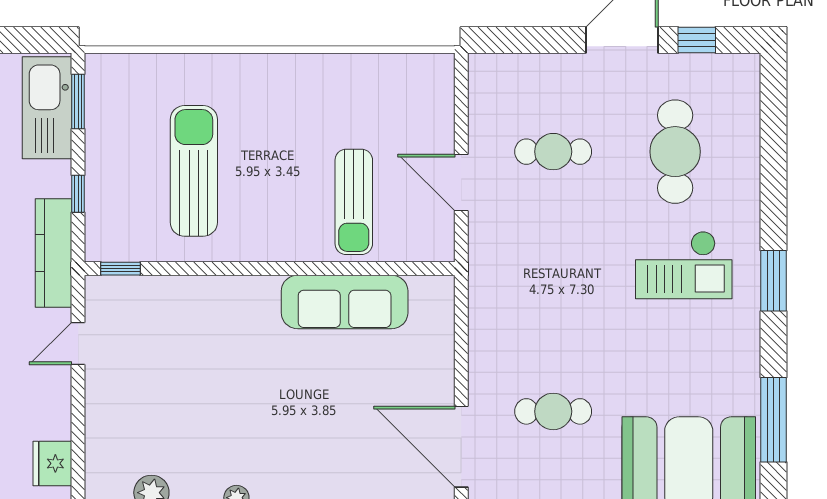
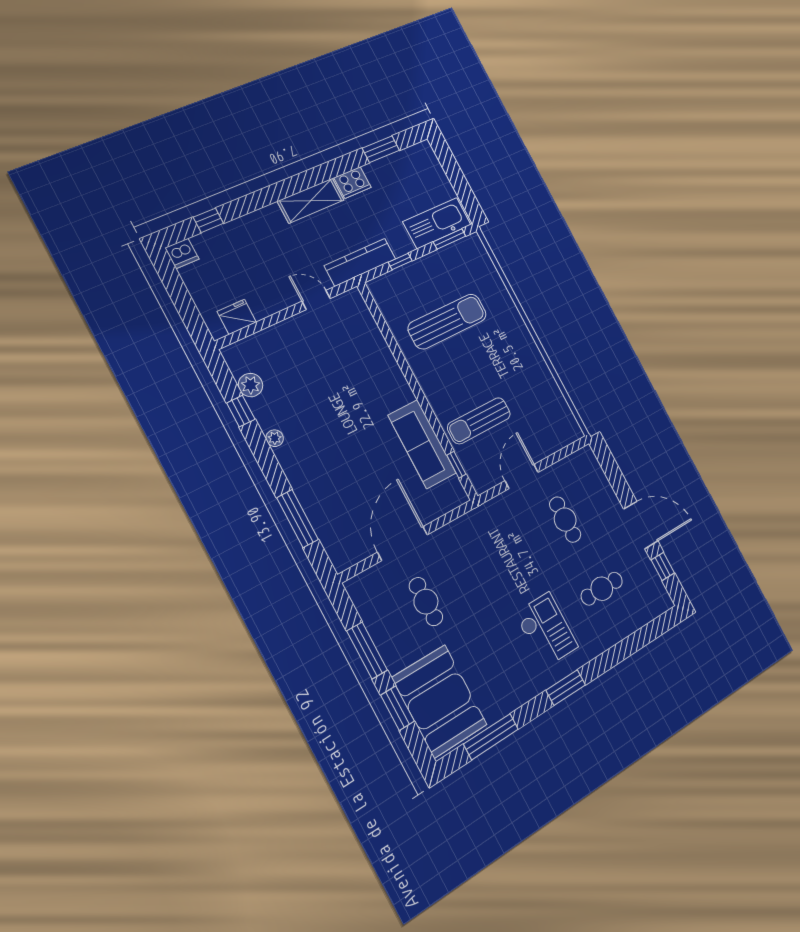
cafe table: (675, 152) -> (602, 589), width x0.73, depth x0.74
checkout: (684, 265) -> (546, 630), turned 180
window: (120, 269) -> (456, 465), moved
door: (461, 447) -> (403, 543), moved

